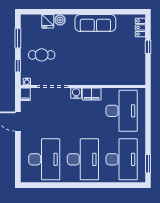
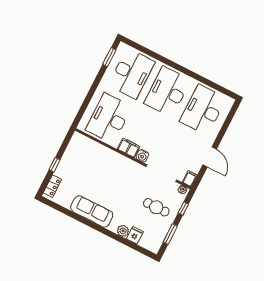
desk: (122, 159) -> (132, 73), turned 180

